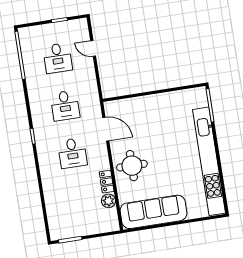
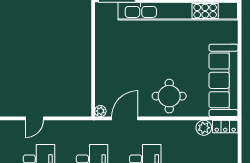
plant: (109, 106) -> (100, 111), added
locker: (107, 182) -> (225, 126), moved

